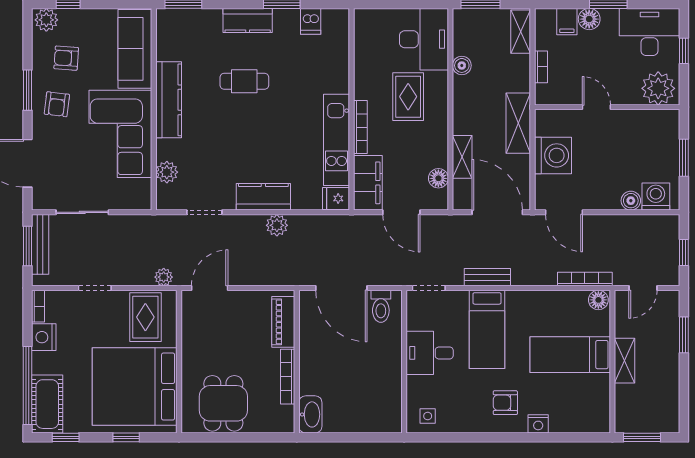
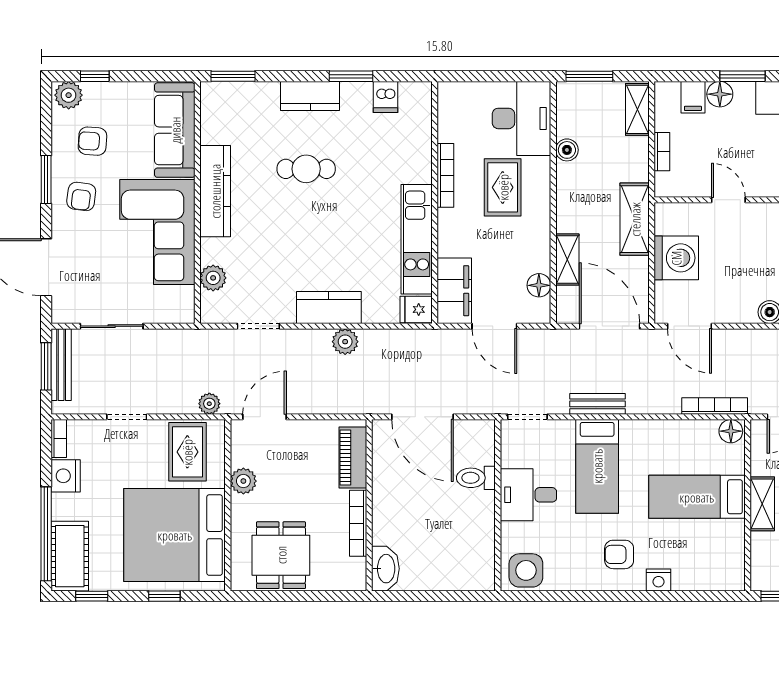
bookcase: (360, 127) -> (445, 175), moved
toilet: (381, 306) -> (476, 478), moved, turned 90
plant: (192, 341) -> (243, 481), added
side table: (428, 416) -> (526, 570), width x1.87, depth x1.87

